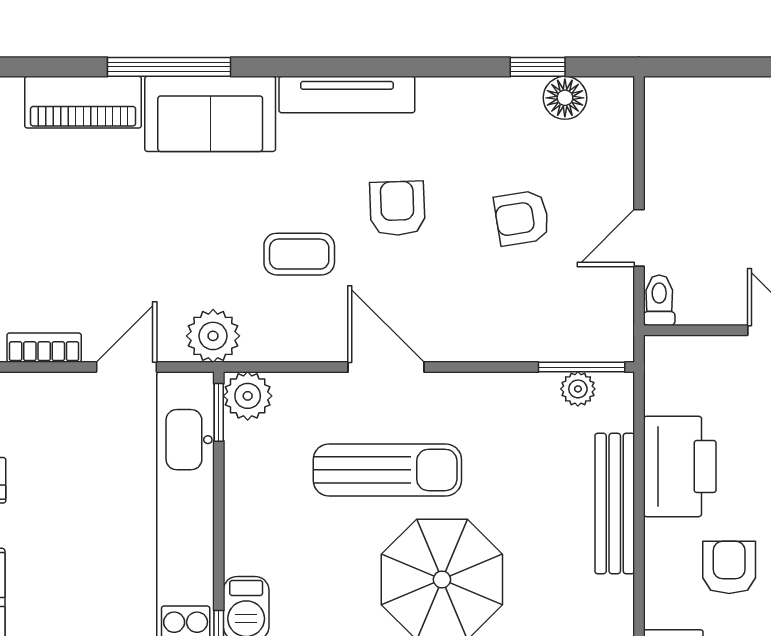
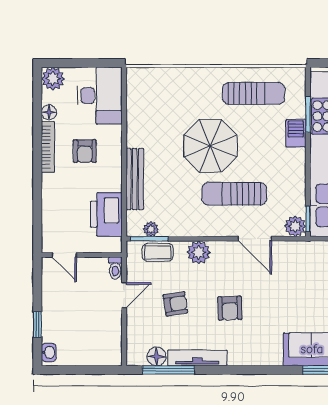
window: (538, 67) -> (168, 370), width x2.17
tv unit: (347, 95) -> (197, 358), moved
coffee table: (299, 254) -> (158, 252), moved
plant: (213, 336) -> (199, 252), moved
door: (386, 367) -> (255, 239), moved
printer: (680, 466) -> (106, 214), moved

